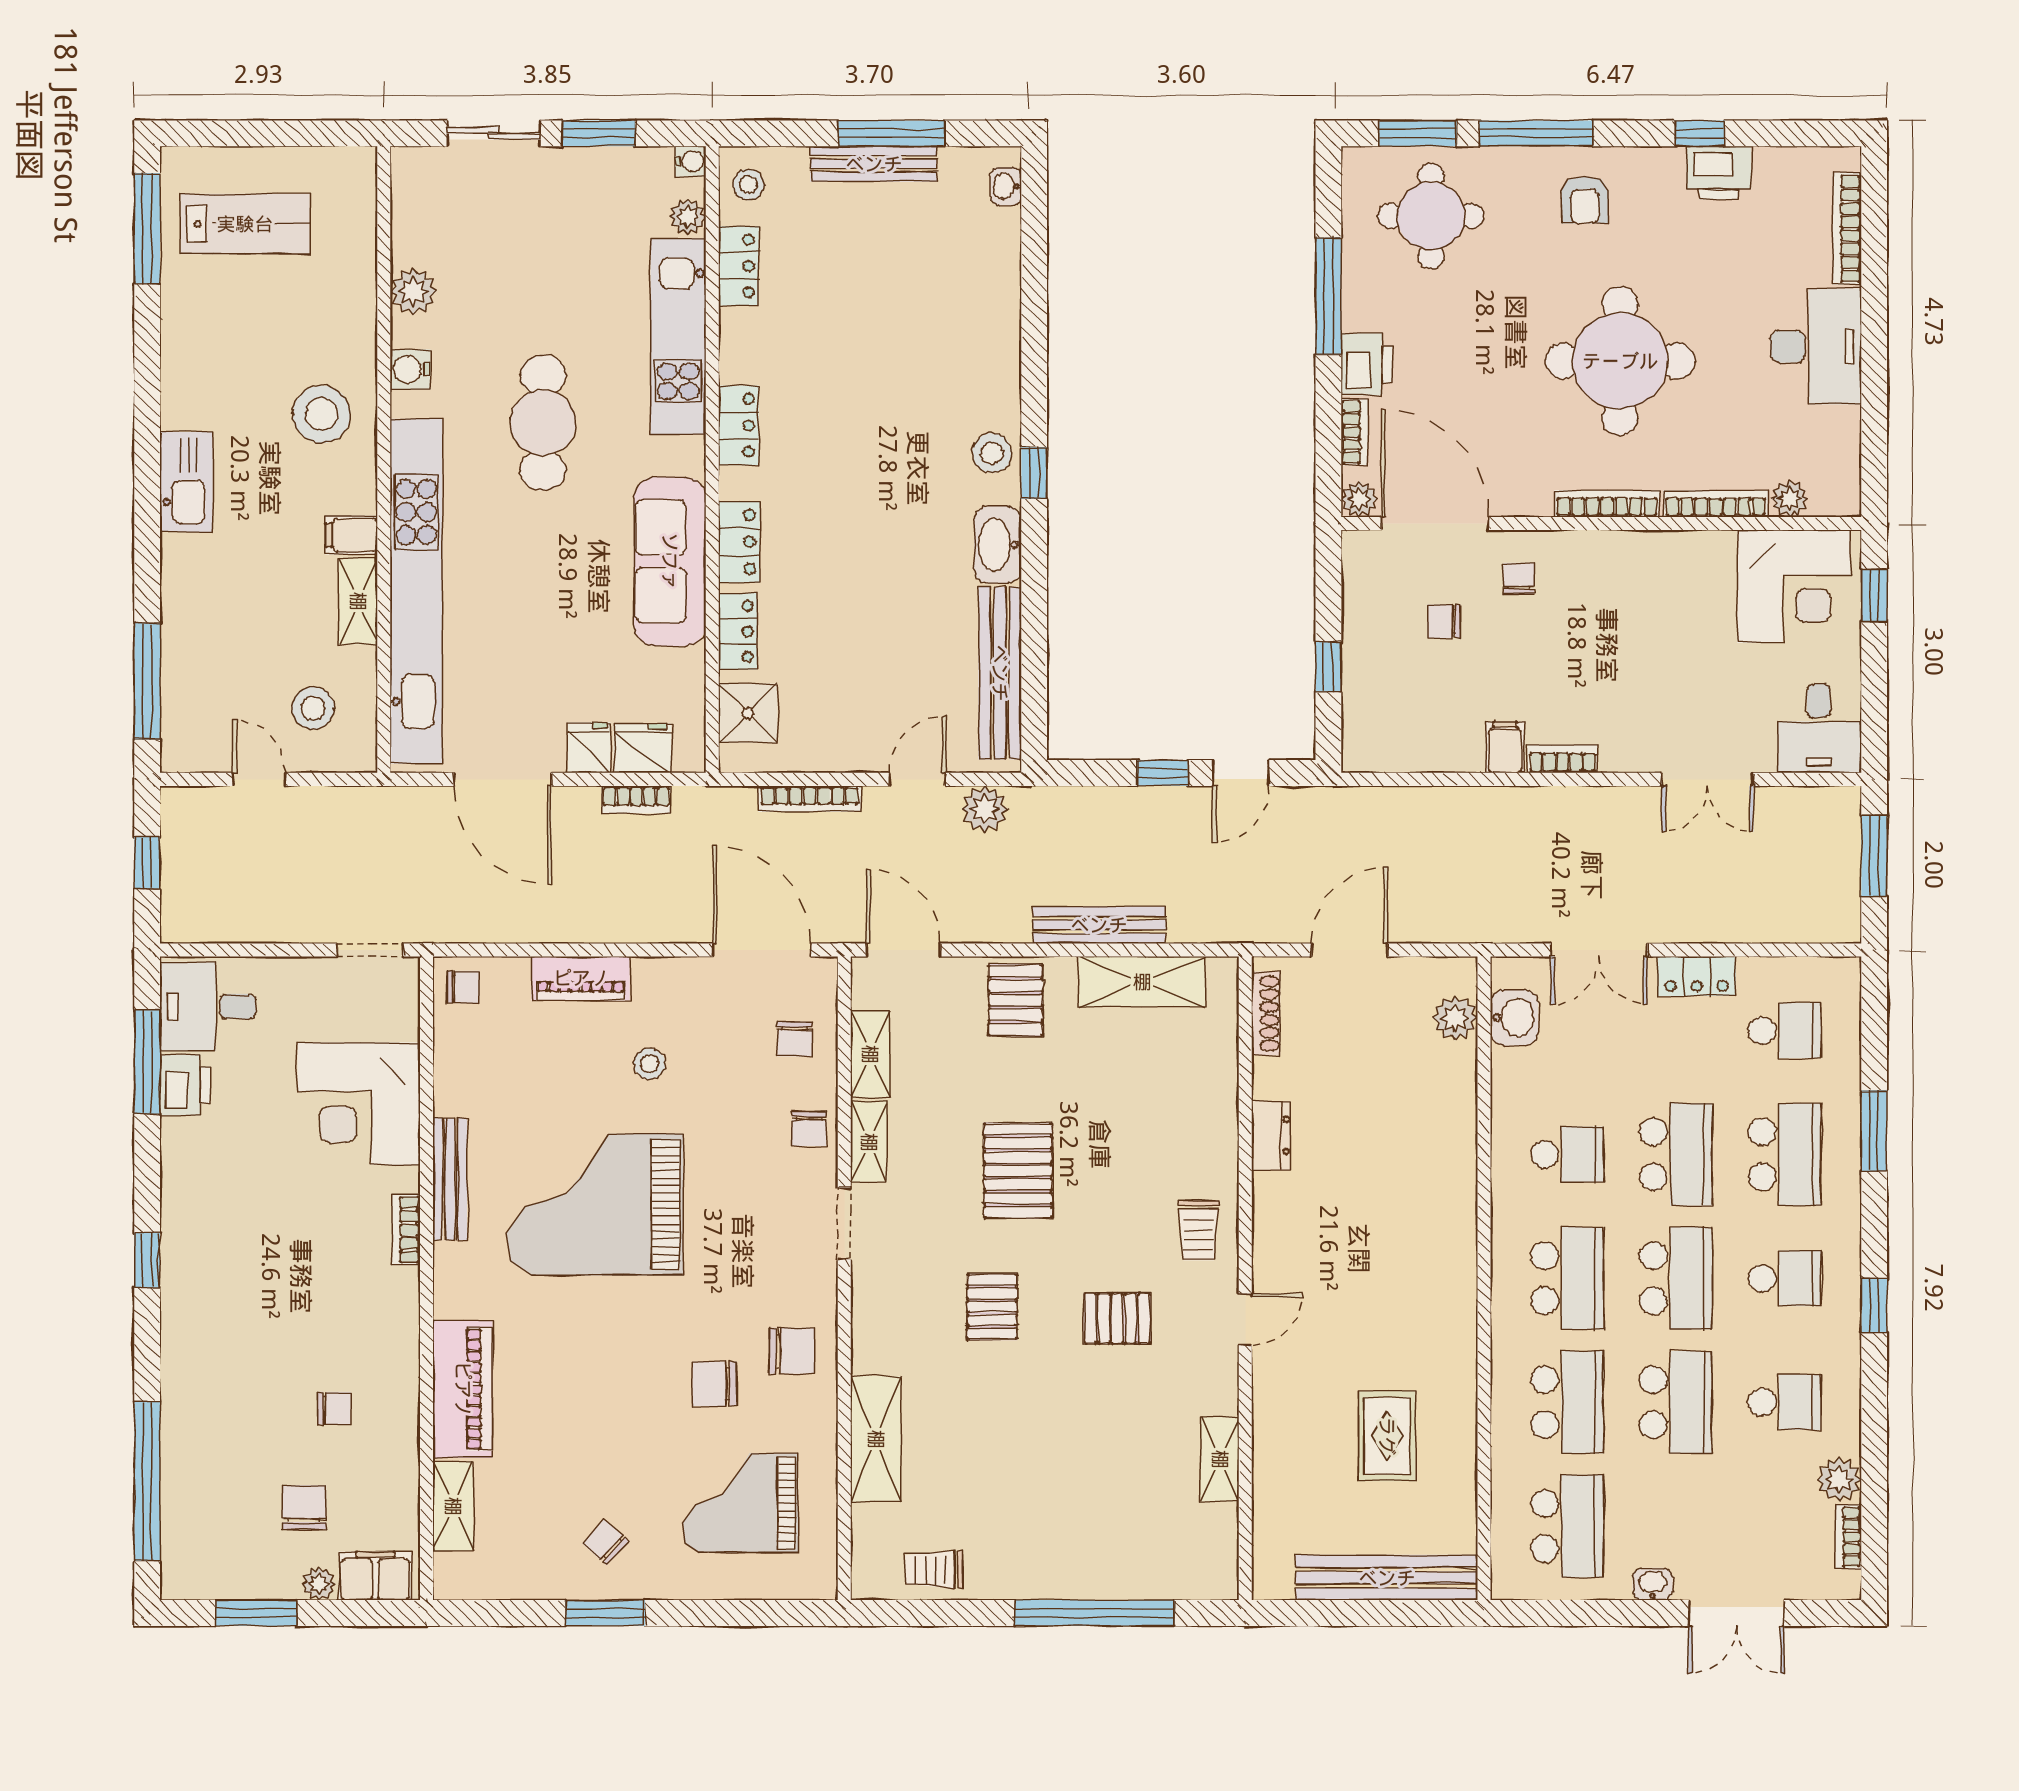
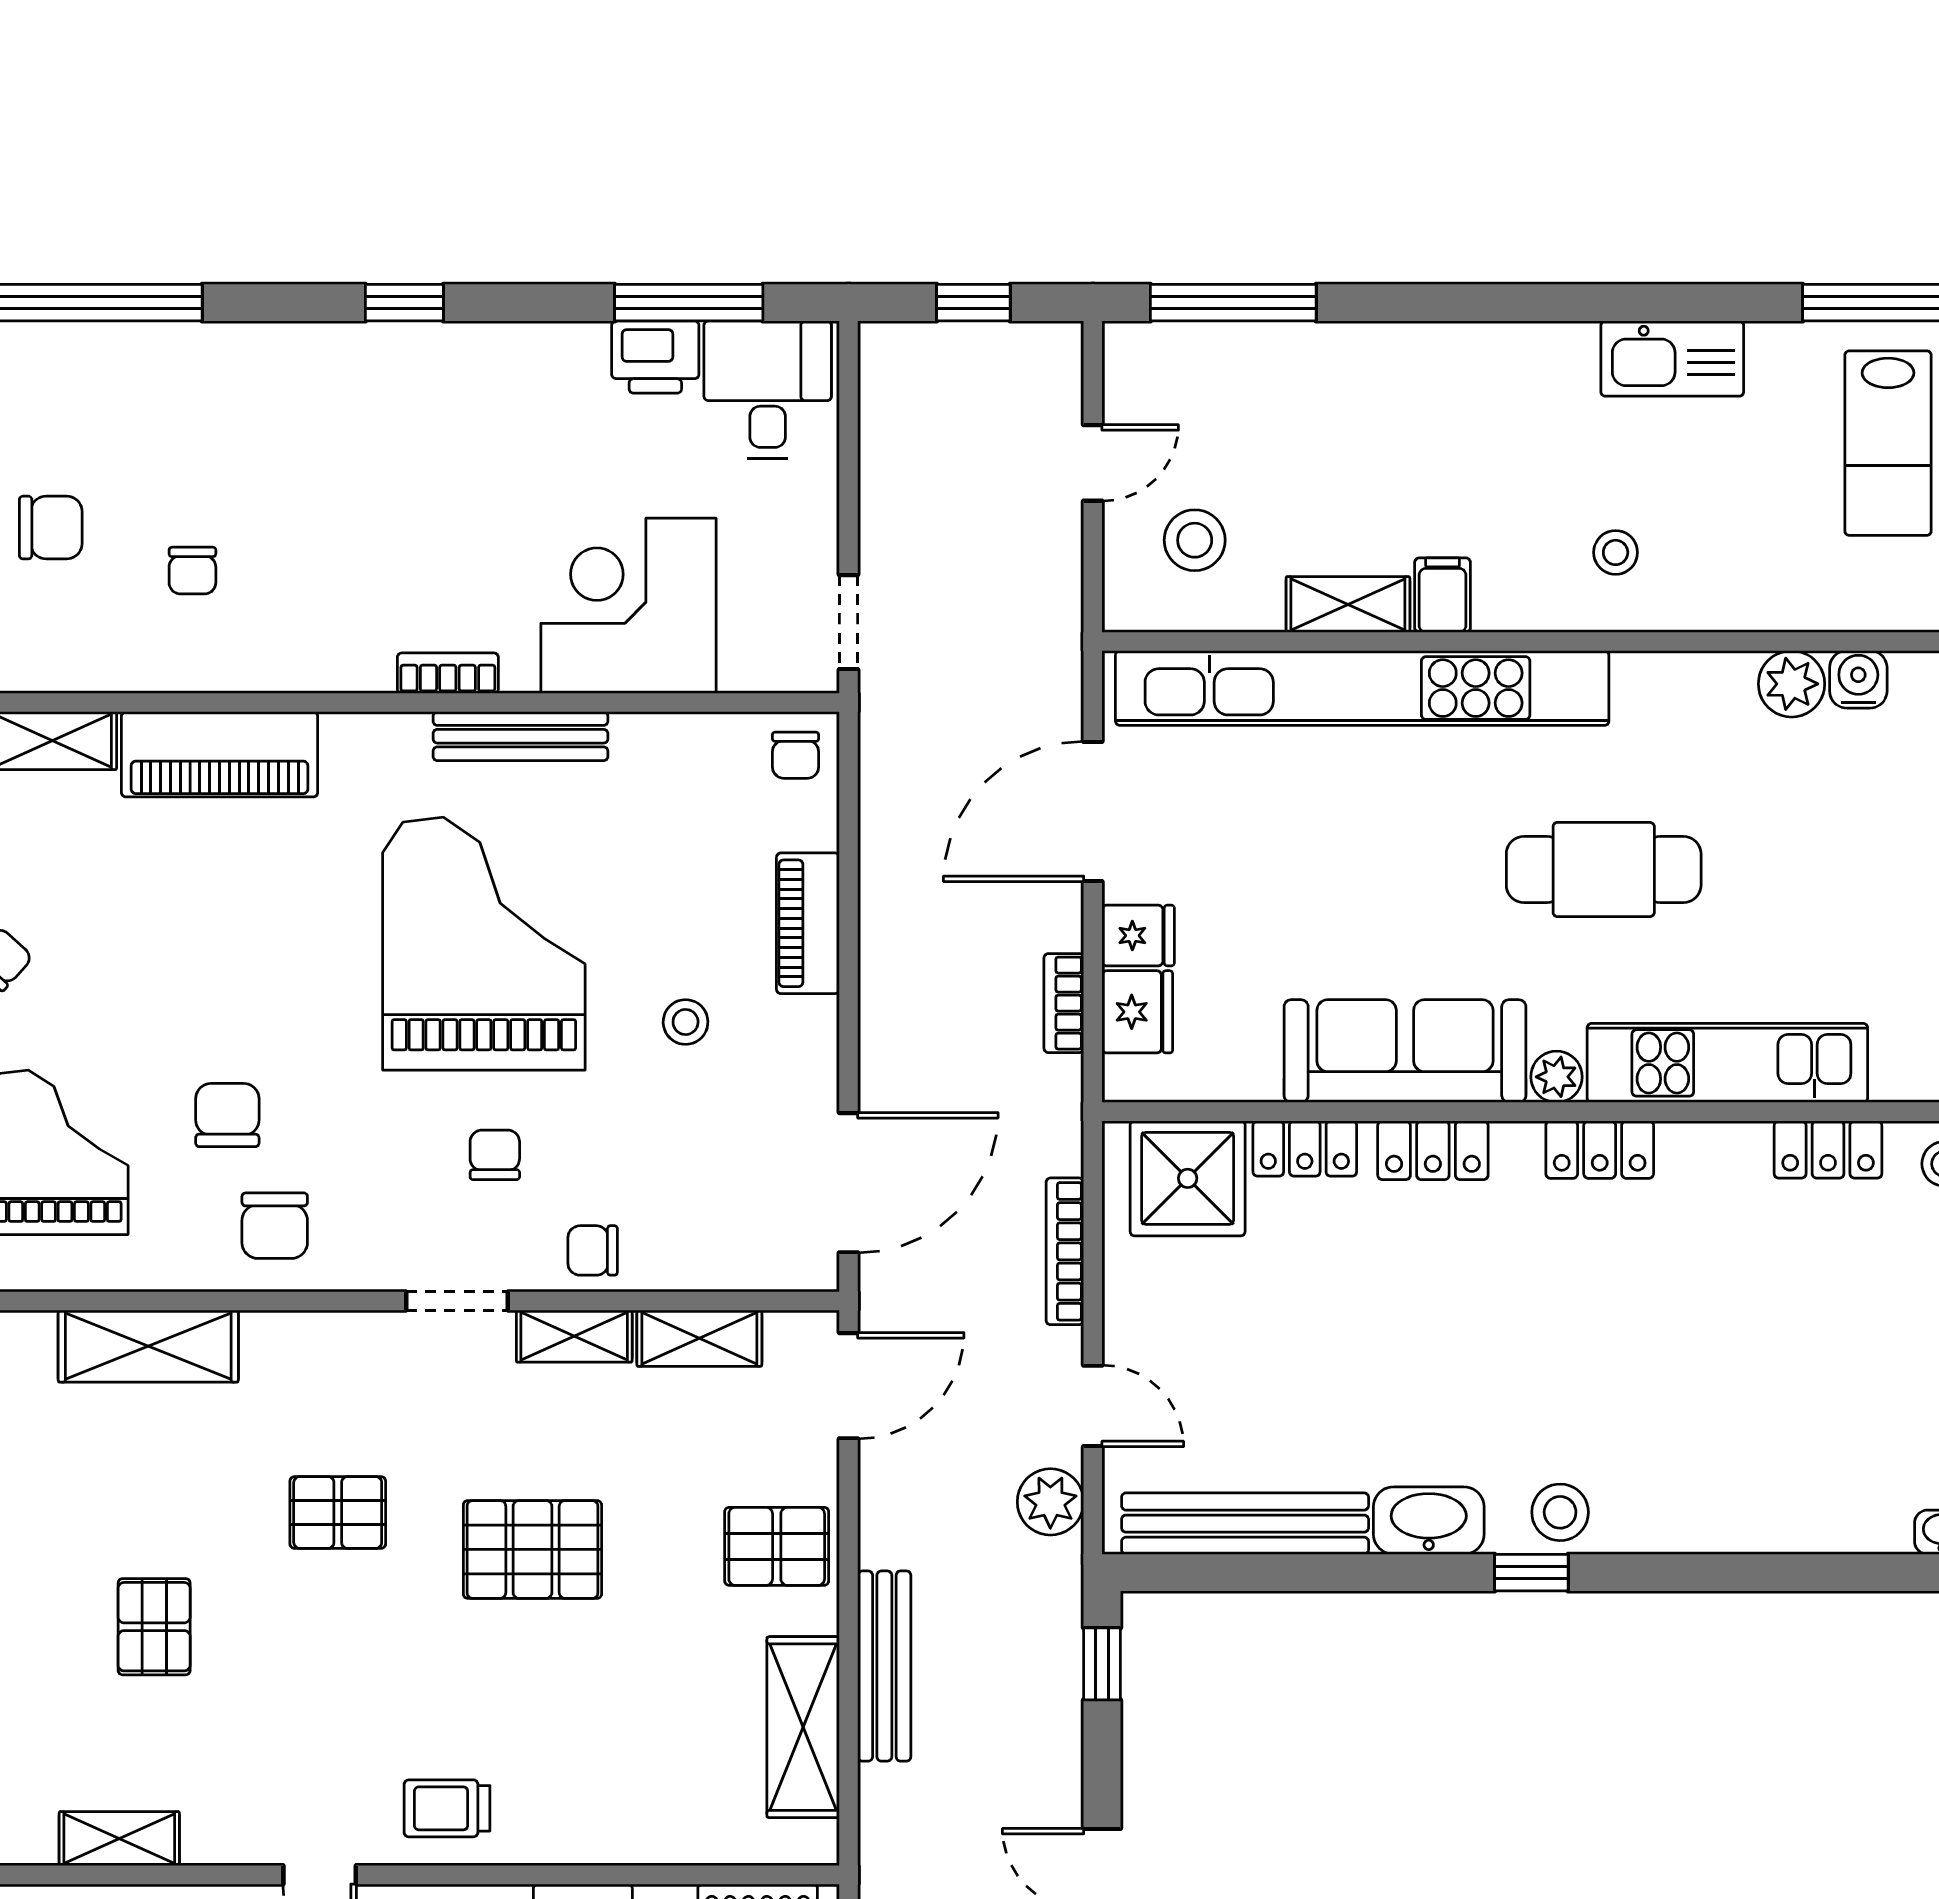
plant: (688, 217) -> (1556, 1077), moved
water cooler: (410, 369) -> (1858, 679), moved
stool: (322, 414) -> (1616, 552), width x0.53, depth x0.53
kitchen sink: (186, 482) -> (1672, 359), moved
shower: (748, 713) -> (1188, 1178), width x1.36, depth x1.36
window: (1162, 773) -> (1102, 1664), moved
chair: (795, 1039) -> (495, 1155), moved, turned 90
pallet: (1117, 1318) -> (154, 1627), moved

